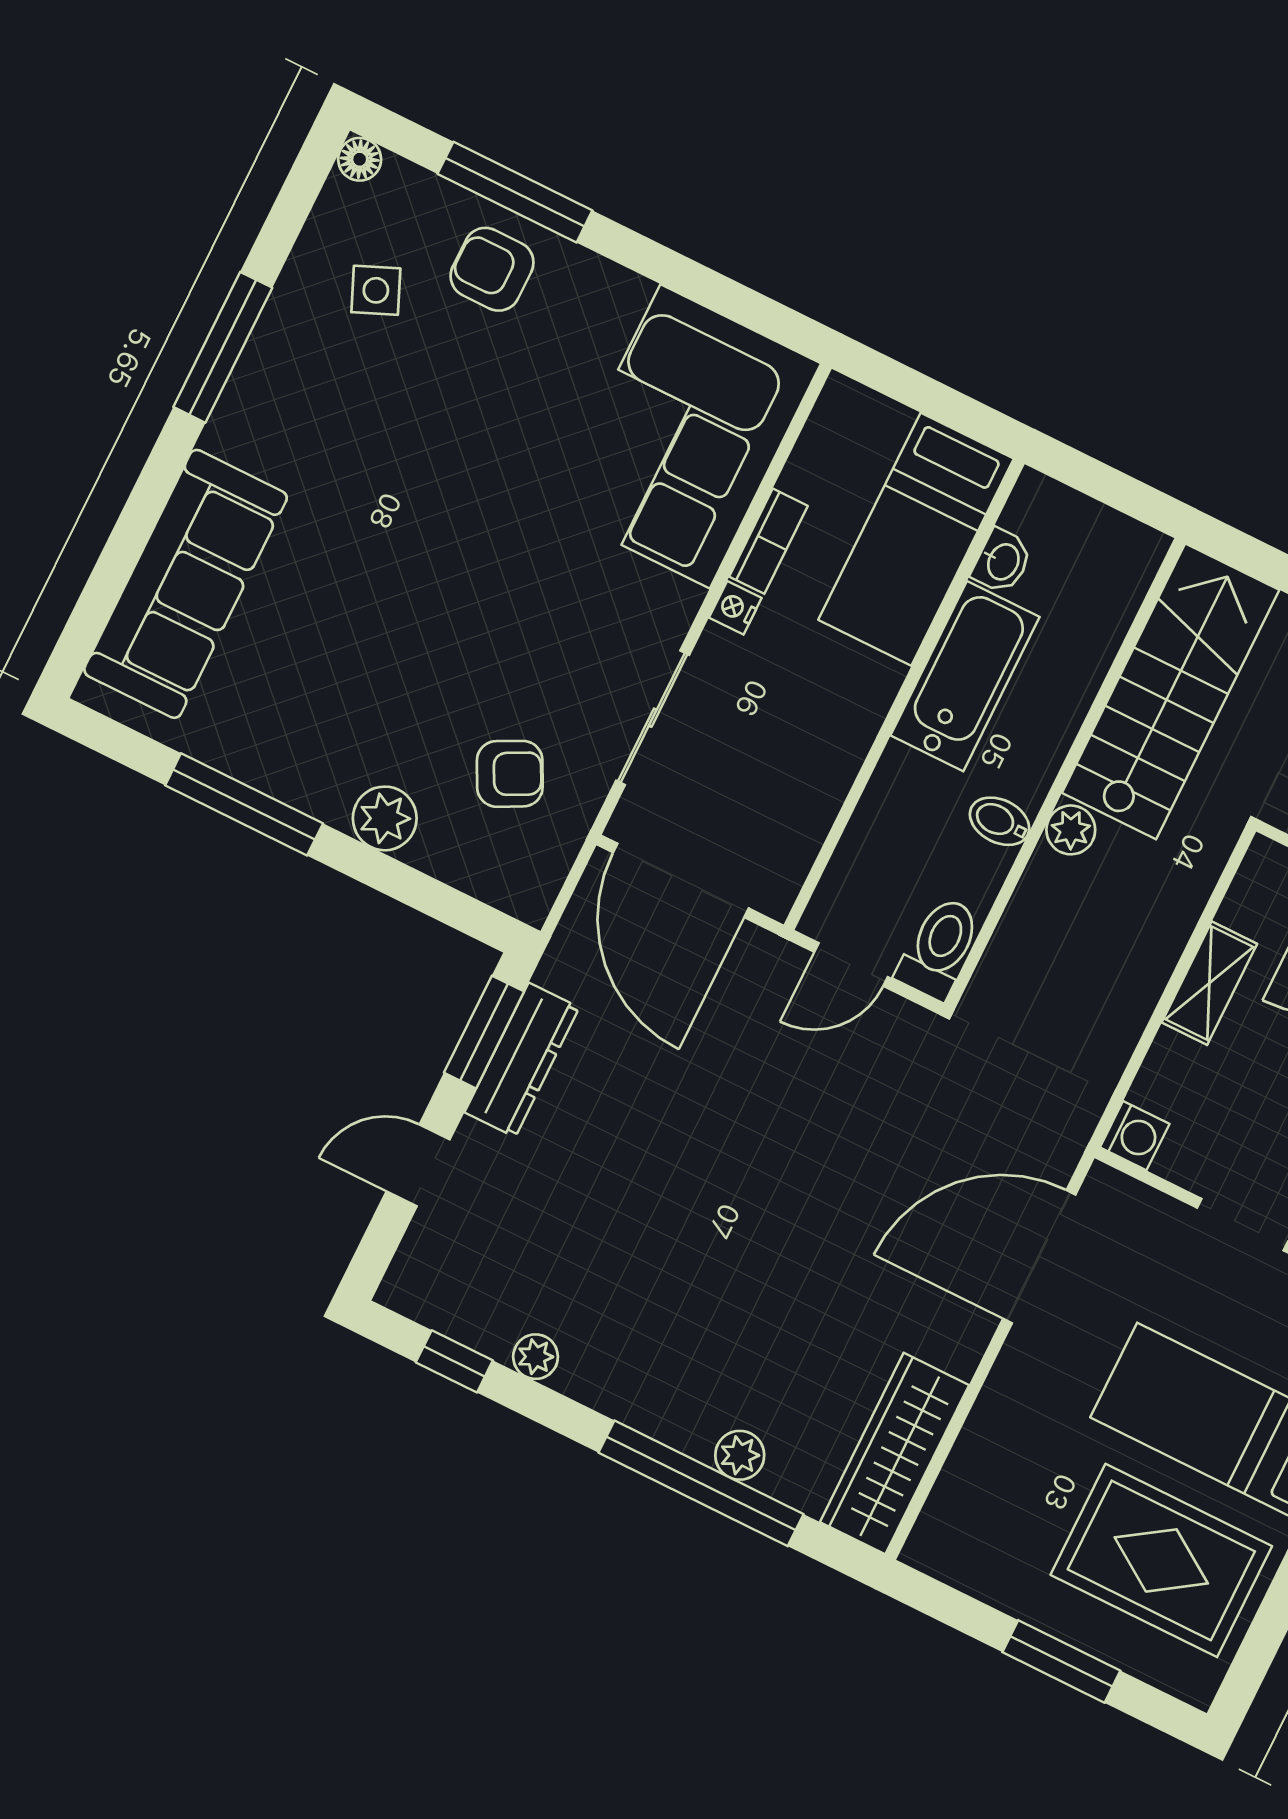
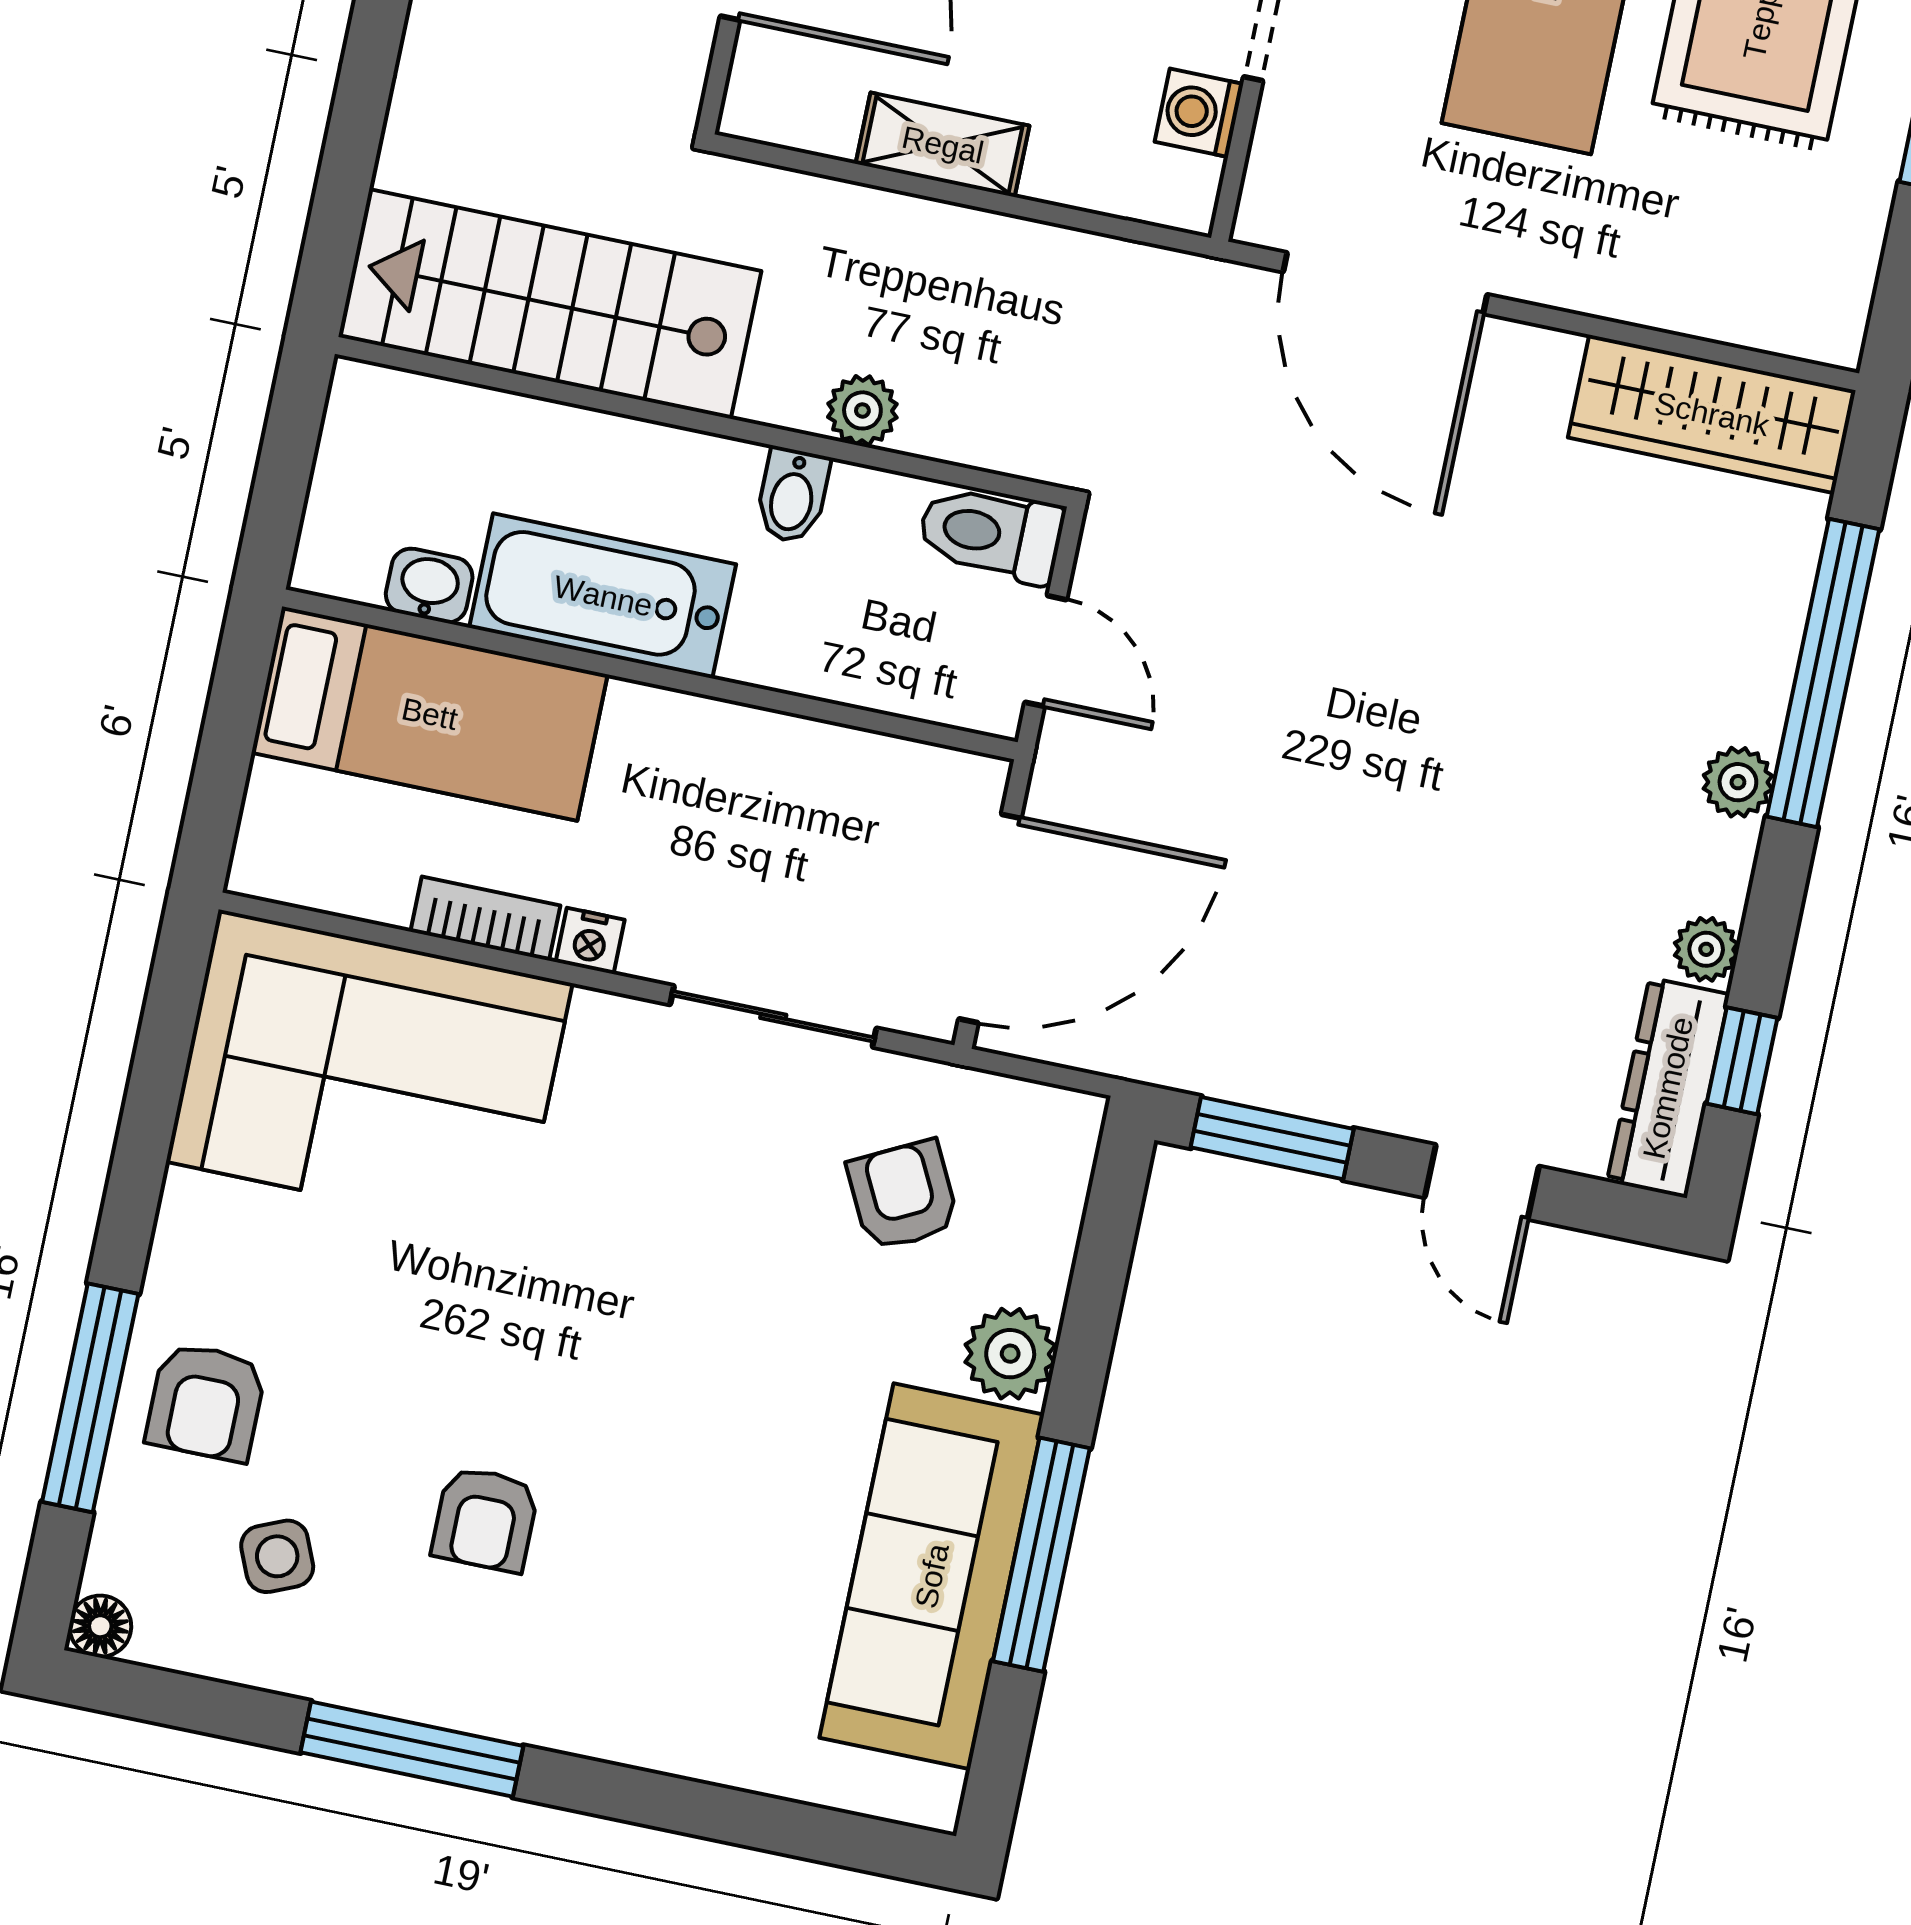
armchair: (365, 437) -> (485, 1519), added
sofa: (186, 584) -> (932, 1576), moved, turned -90
plant: (1071, 830) -> (862, 410), moved
dresser: (522, 1060) -> (1668, 1088), moved, turned -90
washing machine: (1135, 1136) -> (1199, 113), moved, turned -90
plant: (740, 1455) -> (1738, 782), moved

